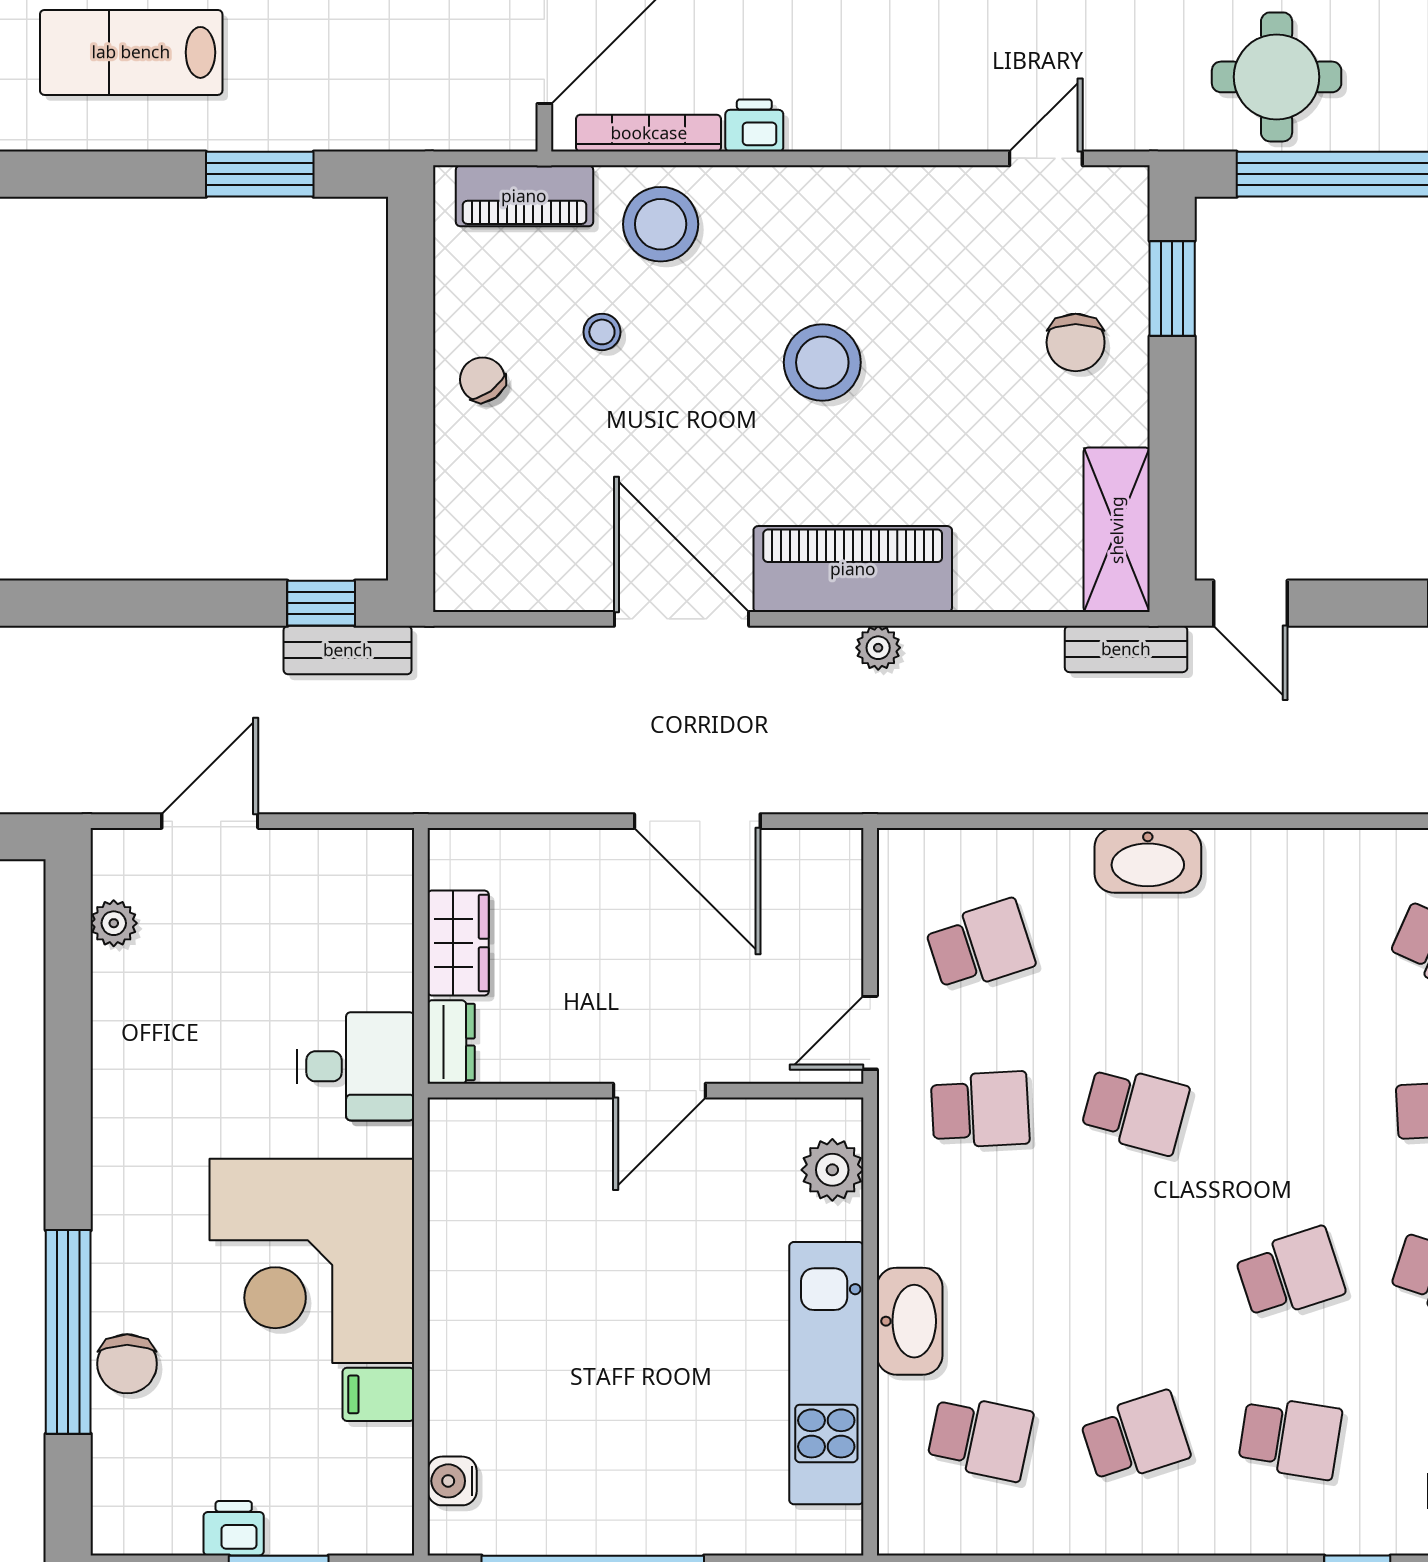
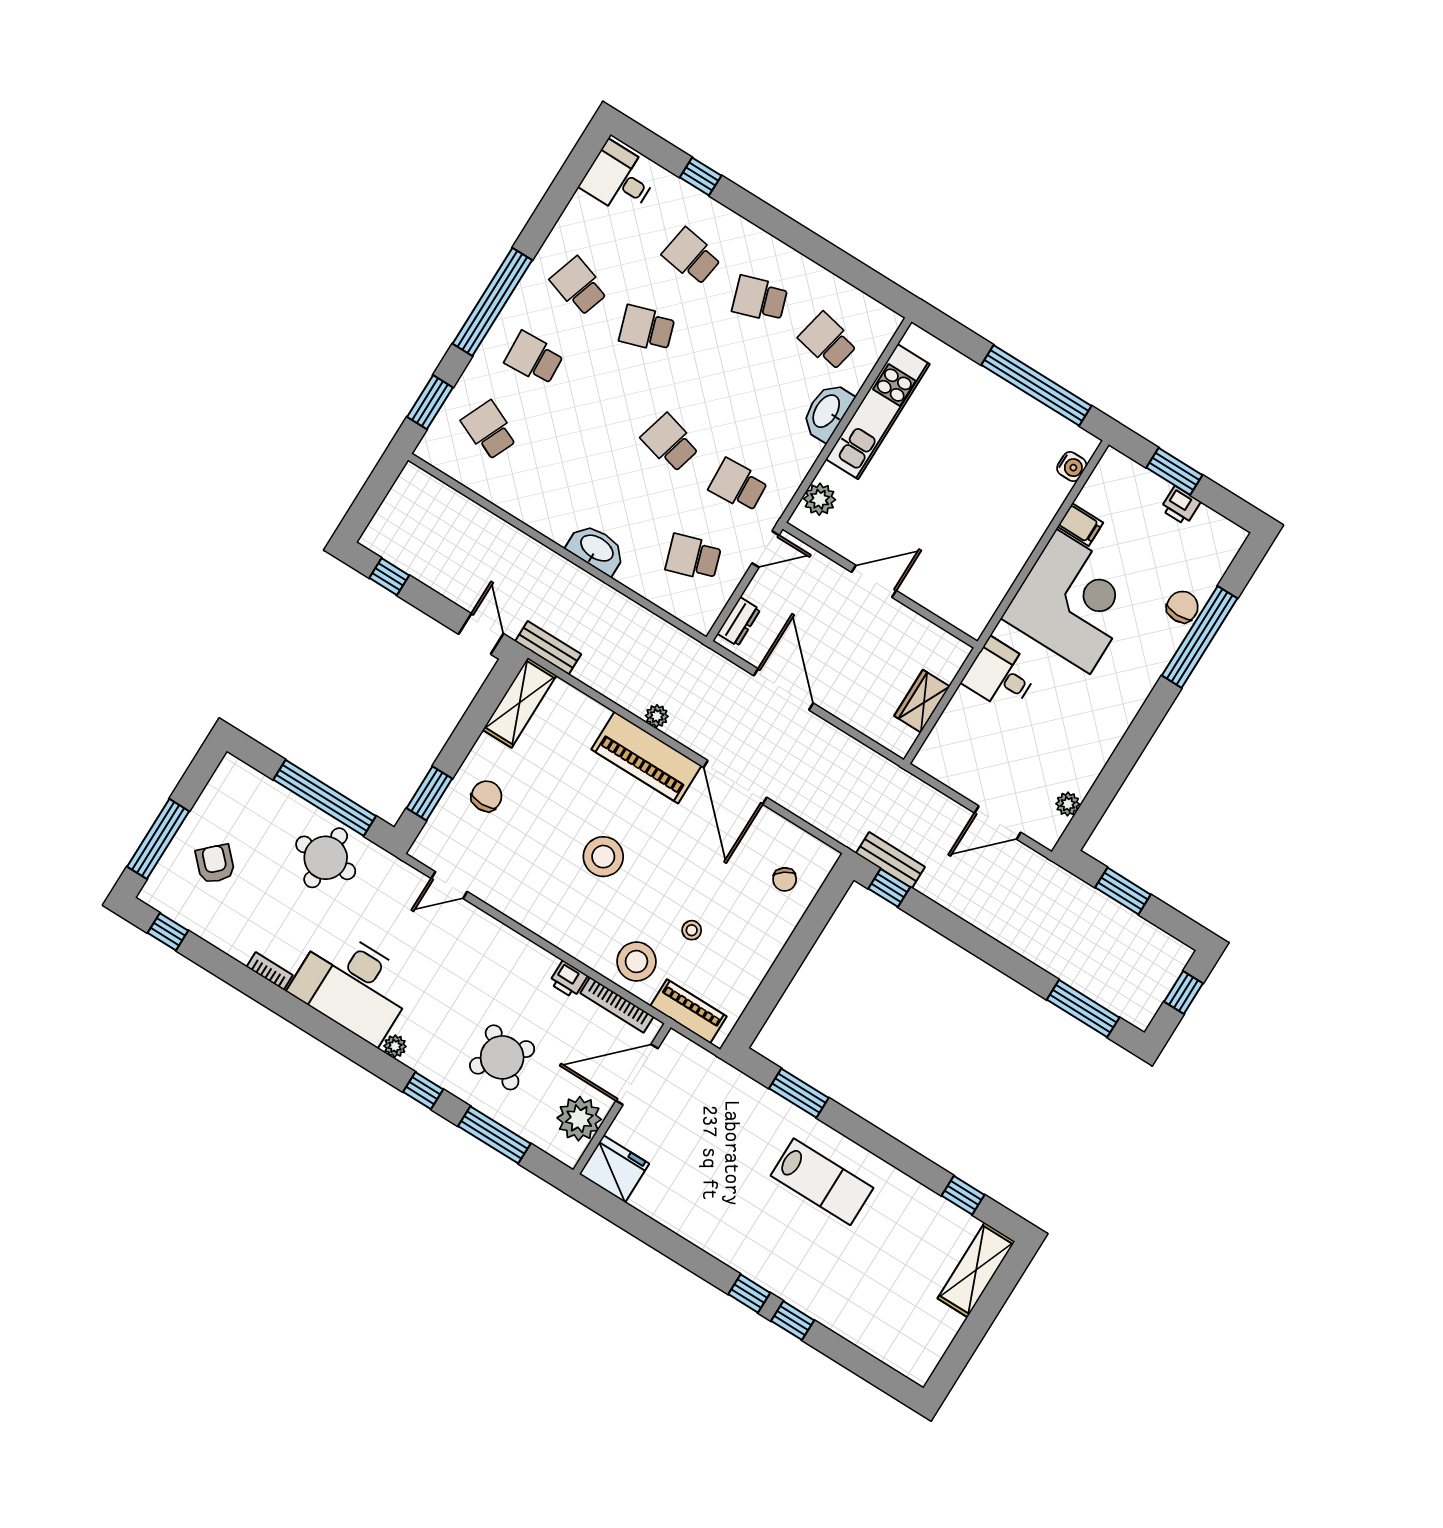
chair: (482, 380) -> (785, 879), moved
dresser: (451, 1042) -> (739, 622), moved, turned 180

